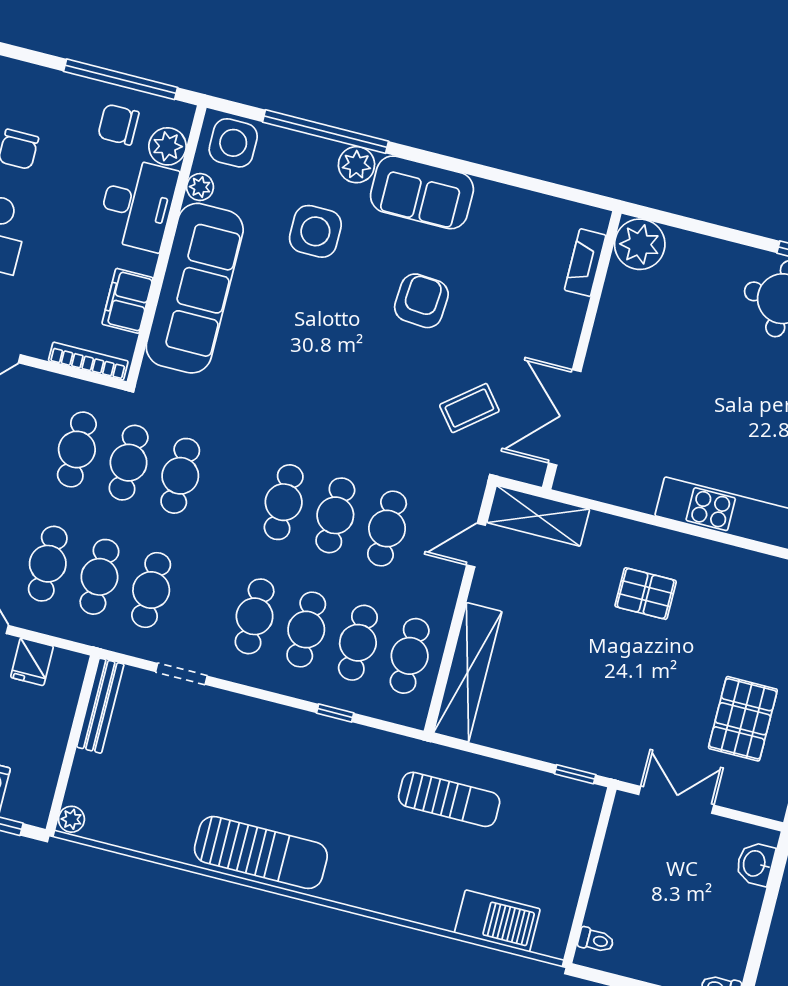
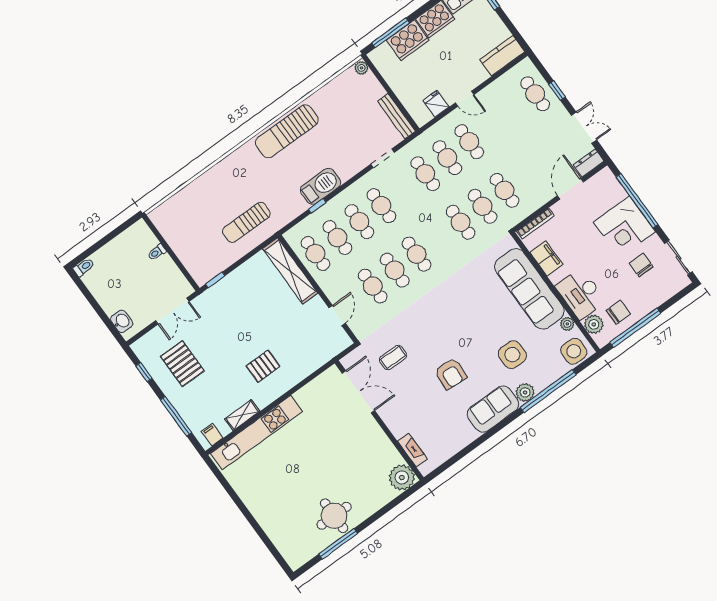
coffee table: (469, 408) -> (393, 358), turned 39
shelving: (538, 516) -> (242, 415), moved, width x0.67, depth x0.75
barbecue: (497, 921) -> (320, 186), moved, turned 180
toilet: (596, 940) -> (157, 252), moved

